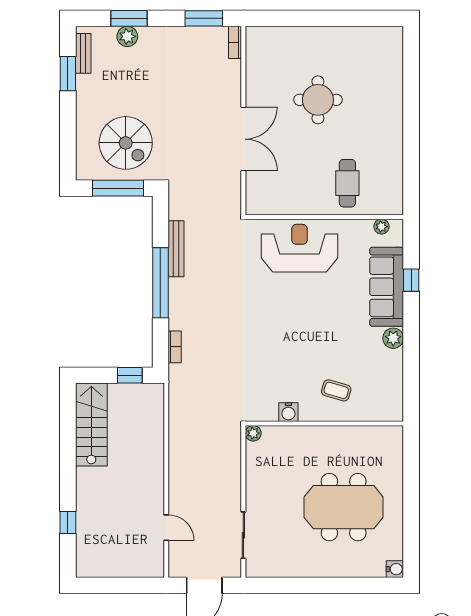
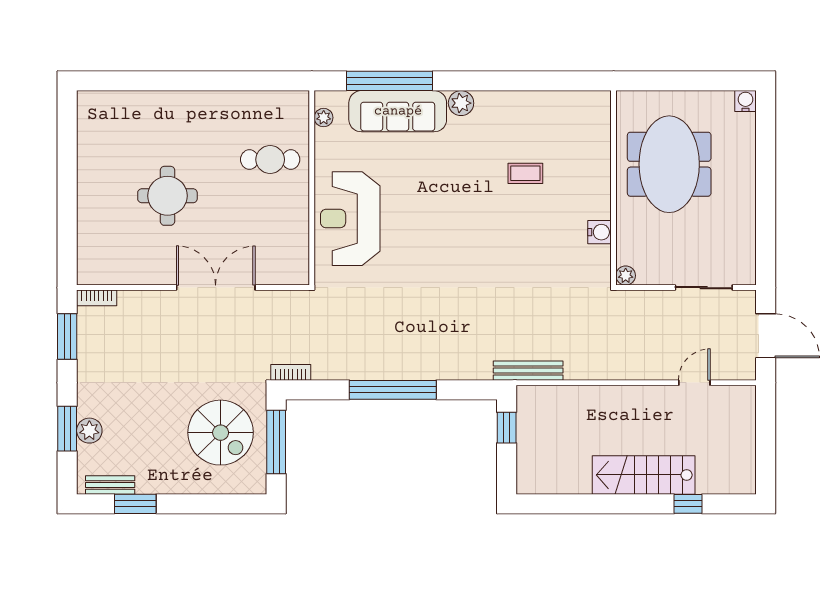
spiral stairs: (126, 143) -> (221, 433), turned 90
bench: (176, 249) -> (528, 371), moved
window: (411, 280) -> (390, 81), width x3.17
bookcase: (175, 347) -> (291, 372), moved
coffee table: (336, 390) -> (525, 173), turned 74
water cooler: (288, 412) -> (600, 232), moved
wall: (324, 423) -> (614, 188), moved
stairs: (91, 425) -> (644, 475), moved
plant: (253, 433) -> (626, 276), moved

